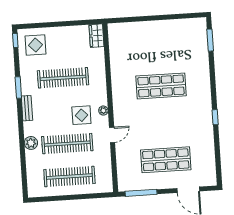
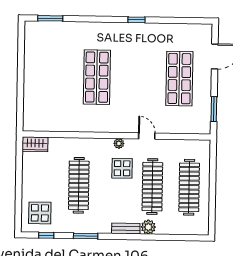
window: (15, 40) -> (46, 235), moved
bench: (27, 108) -> (126, 229), moved
window: (141, 193) -> (214, 109), width x0.69

